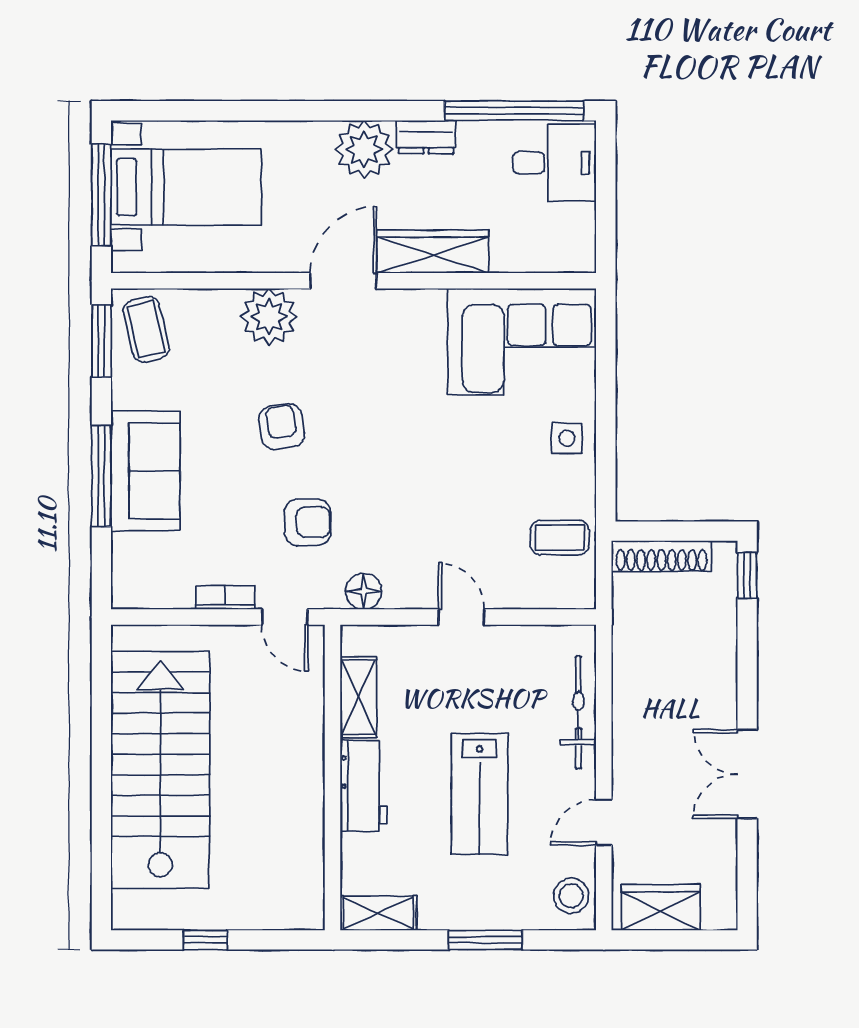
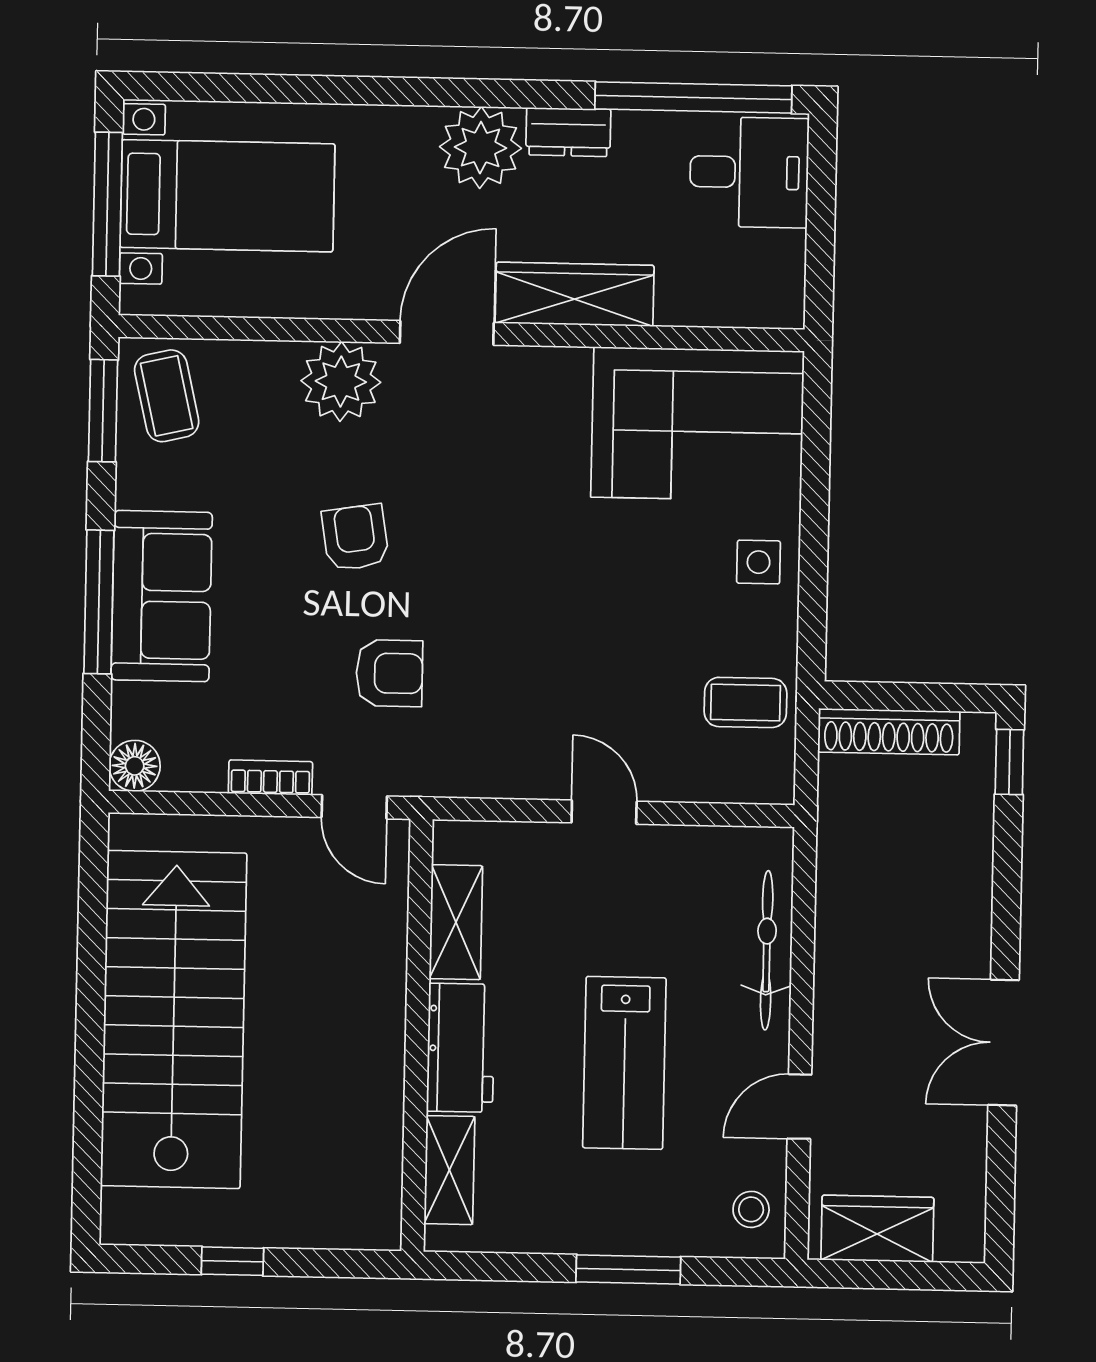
floor lamp: (364, 591) -> (135, 766), moved
stool: (571, 896) -> (751, 1209), width x0.73, depth x0.73
shelving: (378, 913) -> (449, 1170), moved, turned 90

